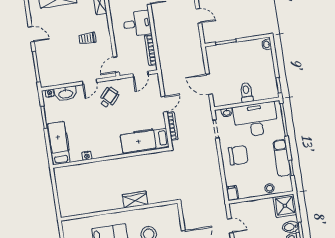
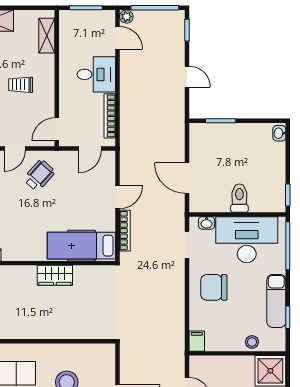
chair: (238, 155) -> (214, 287), turned 180
wardrobe: (135, 200) -> (55, 275), moved, turned 180

